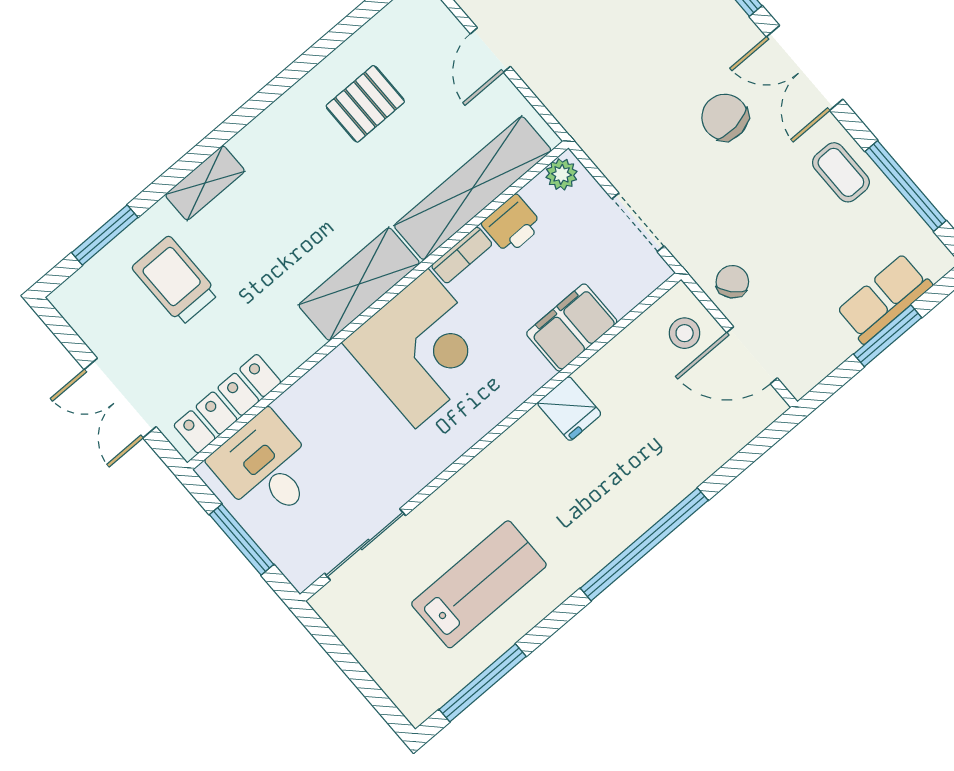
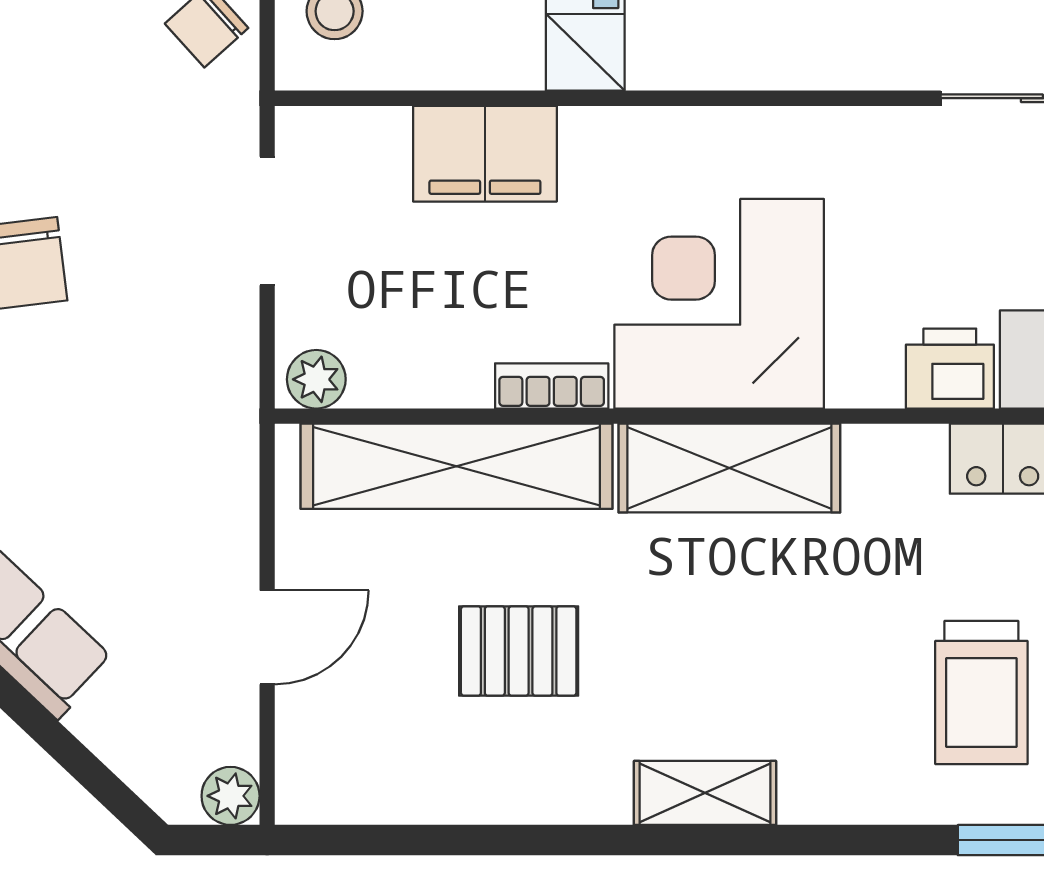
pallet: (365, 104) -> (519, 651), moved
shelving: (205, 183) -> (705, 793), moved
printer: (512, 224) -> (950, 369), moved

